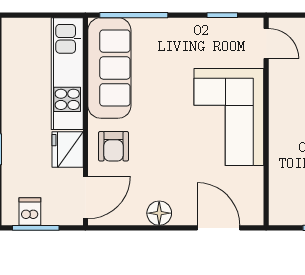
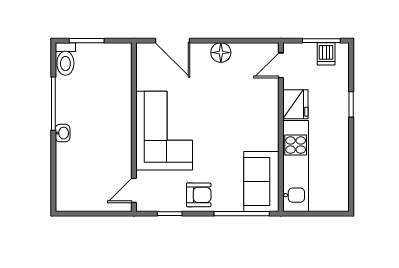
door: (266, 44) -> (134, 190), hinge flipped
sofa: (109, 68) -> (261, 181), width x0.73
armchair: (114, 146) -> (199, 195), moved, turned 90
door: (85, 197) -> (281, 65), width x0.73

